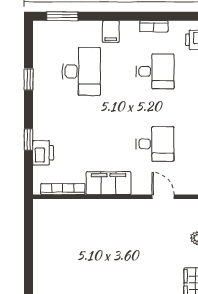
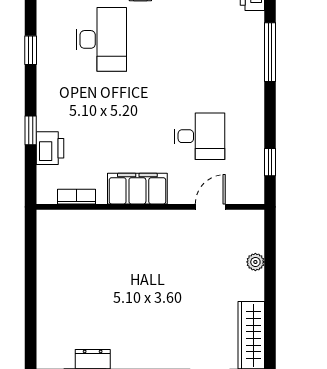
desk: (155, 71) -> (199, 39), removed
bookcase: (63, 189) -> (76, 197), width x0.64
door: (163, 197) -> (210, 207), hinge flipped

